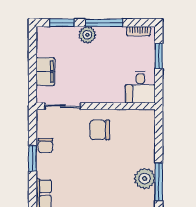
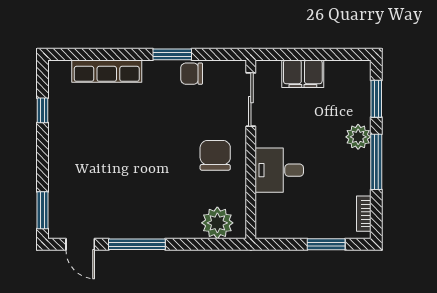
desk: (140, 87) -> (279, 170), moved
plant: (145, 179) -> (217, 223), moved

